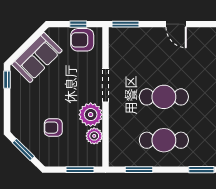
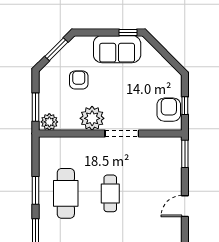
sofa: (37, 57) -> (117, 49), moved, turned -45
cafe table: (164, 97) -> (110, 193), width x0.73, depth x0.74
plant: (94, 136) -> (49, 122), moved
window: (139, 170) -> (36, 190), moved

